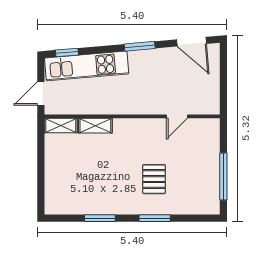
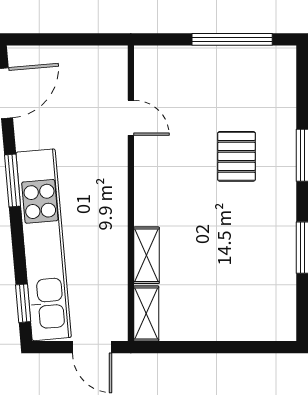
kitchen unit: (87, 66) -> (44, 245), width x1.36
pallet: (154, 179) -> (236, 156), turned 90

